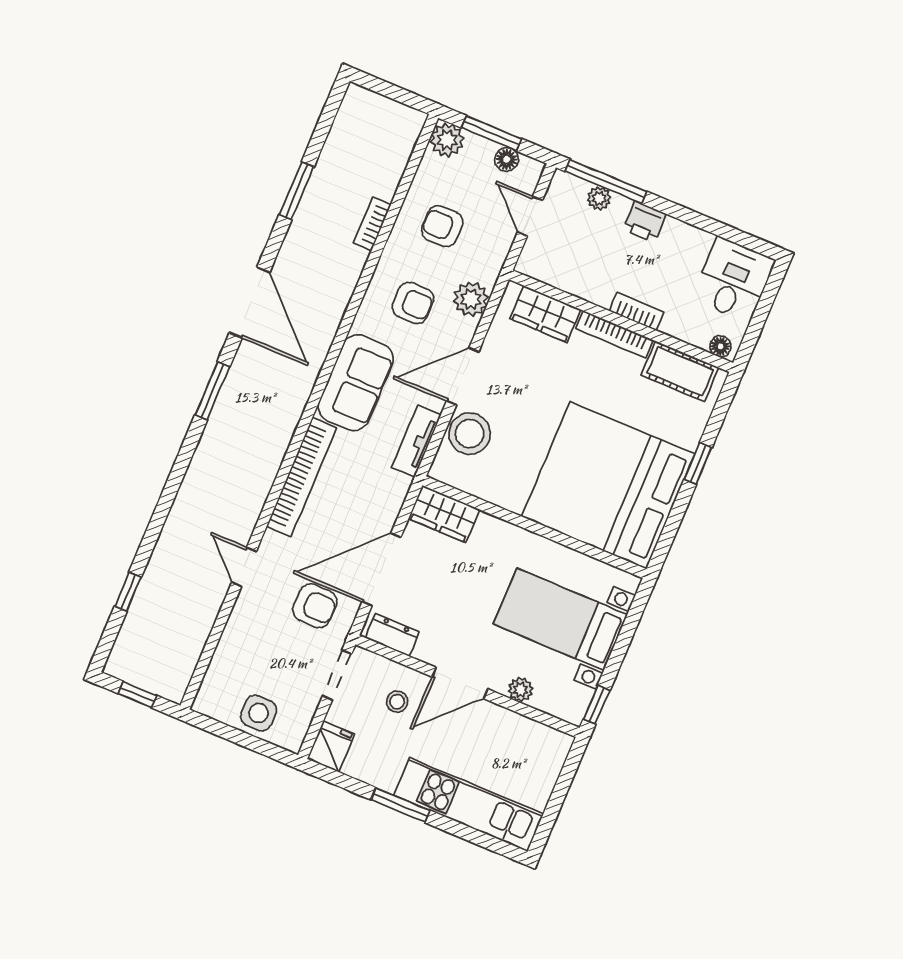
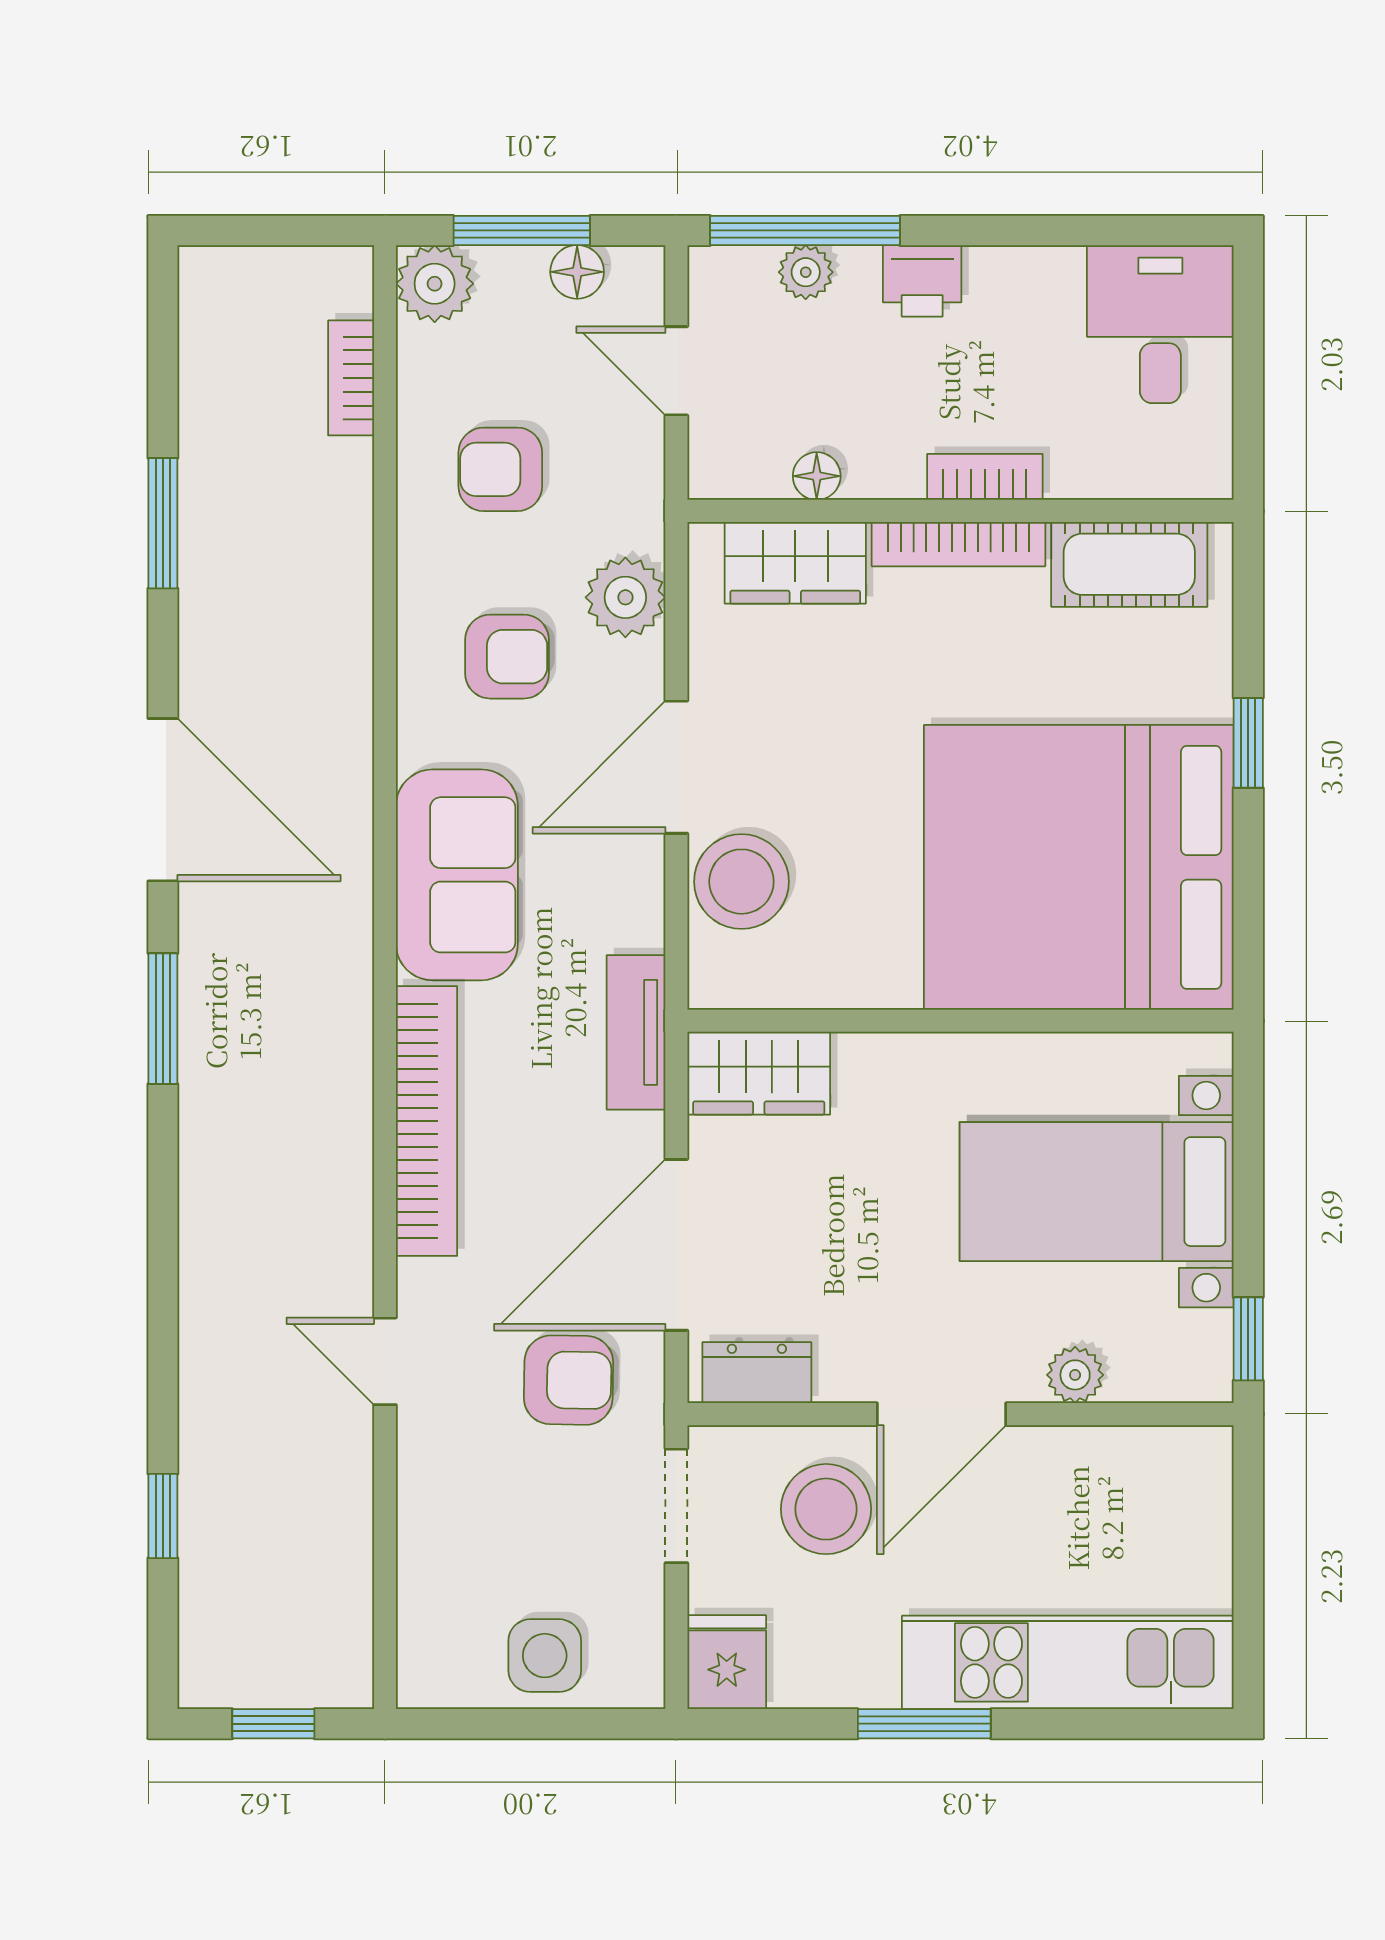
bookcase: (372, 224) -> (351, 378), moved
floor lamp: (720, 346) -> (817, 476), moved
tv unit: (416, 441) -> (636, 1032), moved
stool: (397, 702) -> (826, 1509), width x1.89, depth x1.89

